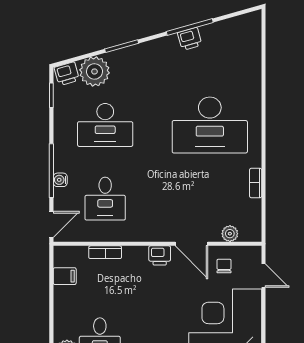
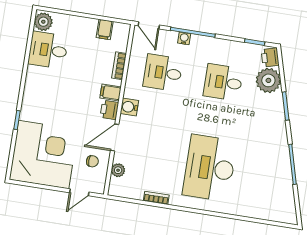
printer: (190, 39) -> (283, 163), removed
desk: (105, 125) -> (223, 82), width x0.73
water cooler: (152, 232) -> (129, 107), added
filing cabinet: (139, 257) -> (110, 92), added

